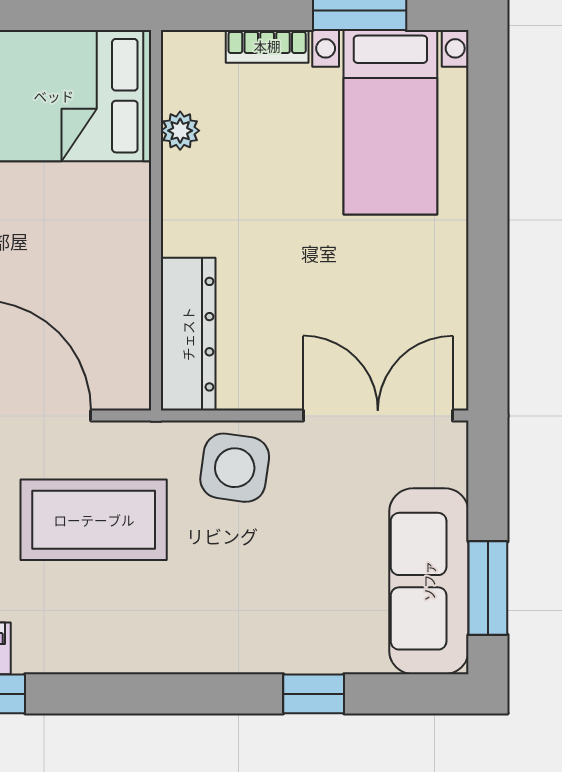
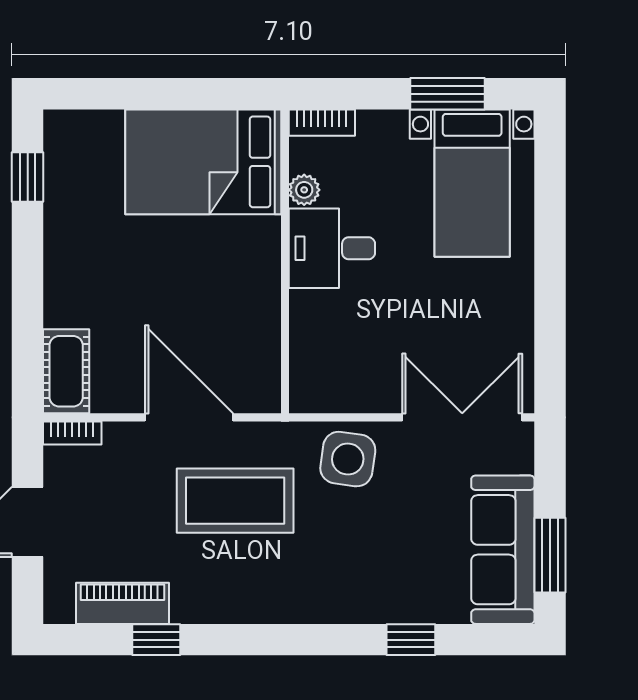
bookcase: (267, 46) -> (322, 123), moved
desk: (215, 204) -> (332, 248), added
dresser: (188, 334) -> (311, 352), removed

